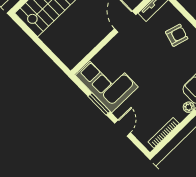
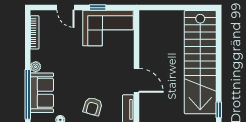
window: (99, 104) -> (98, 8), width x0.67

